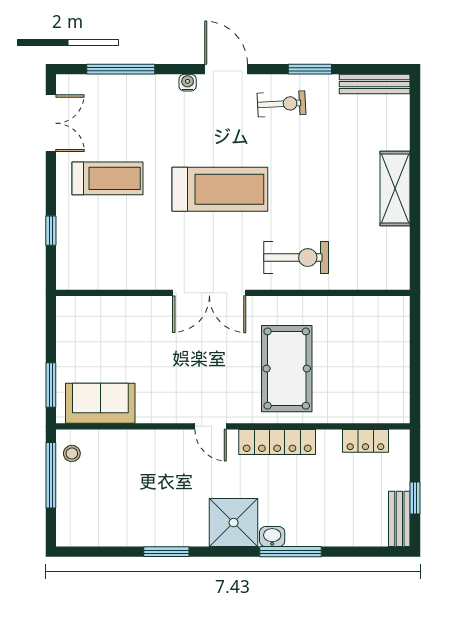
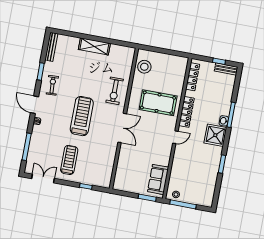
door: (226, 69) -> (34, 105), hinge flipped
exercise bike: (296, 258) -> (115, 91), turned 180
stool: (368, 319) -> (144, 67), added
locker: (365, 441) -> (193, 77), width x1.53

